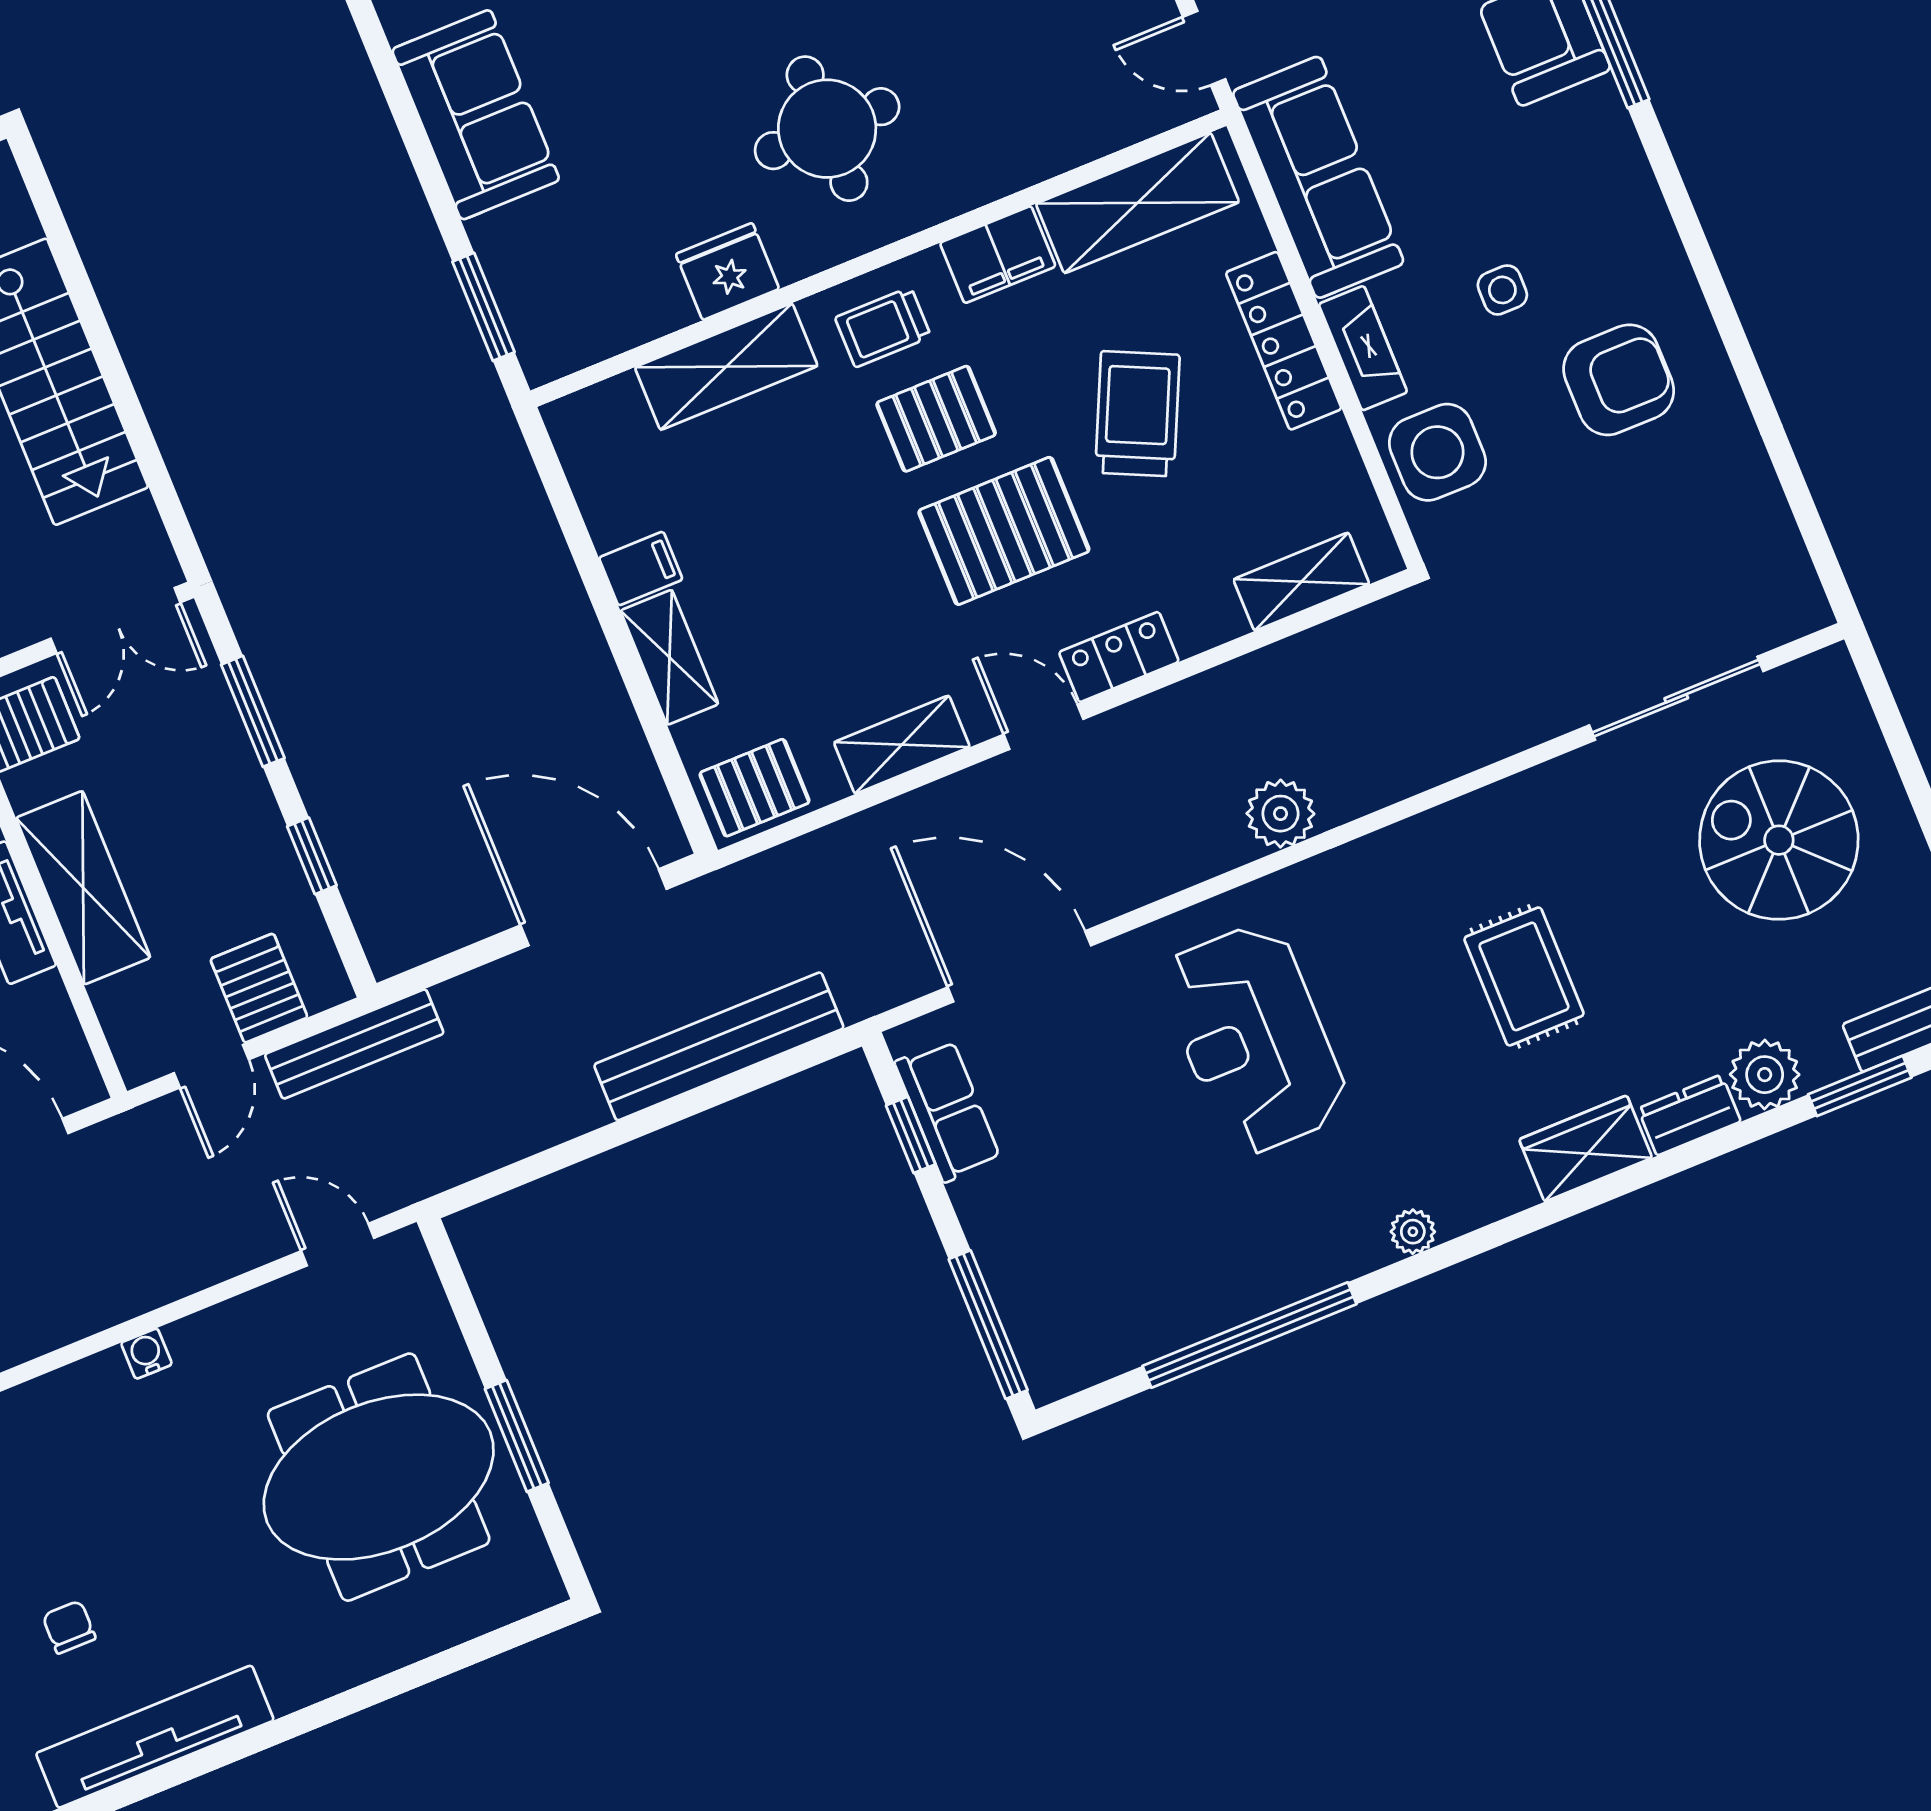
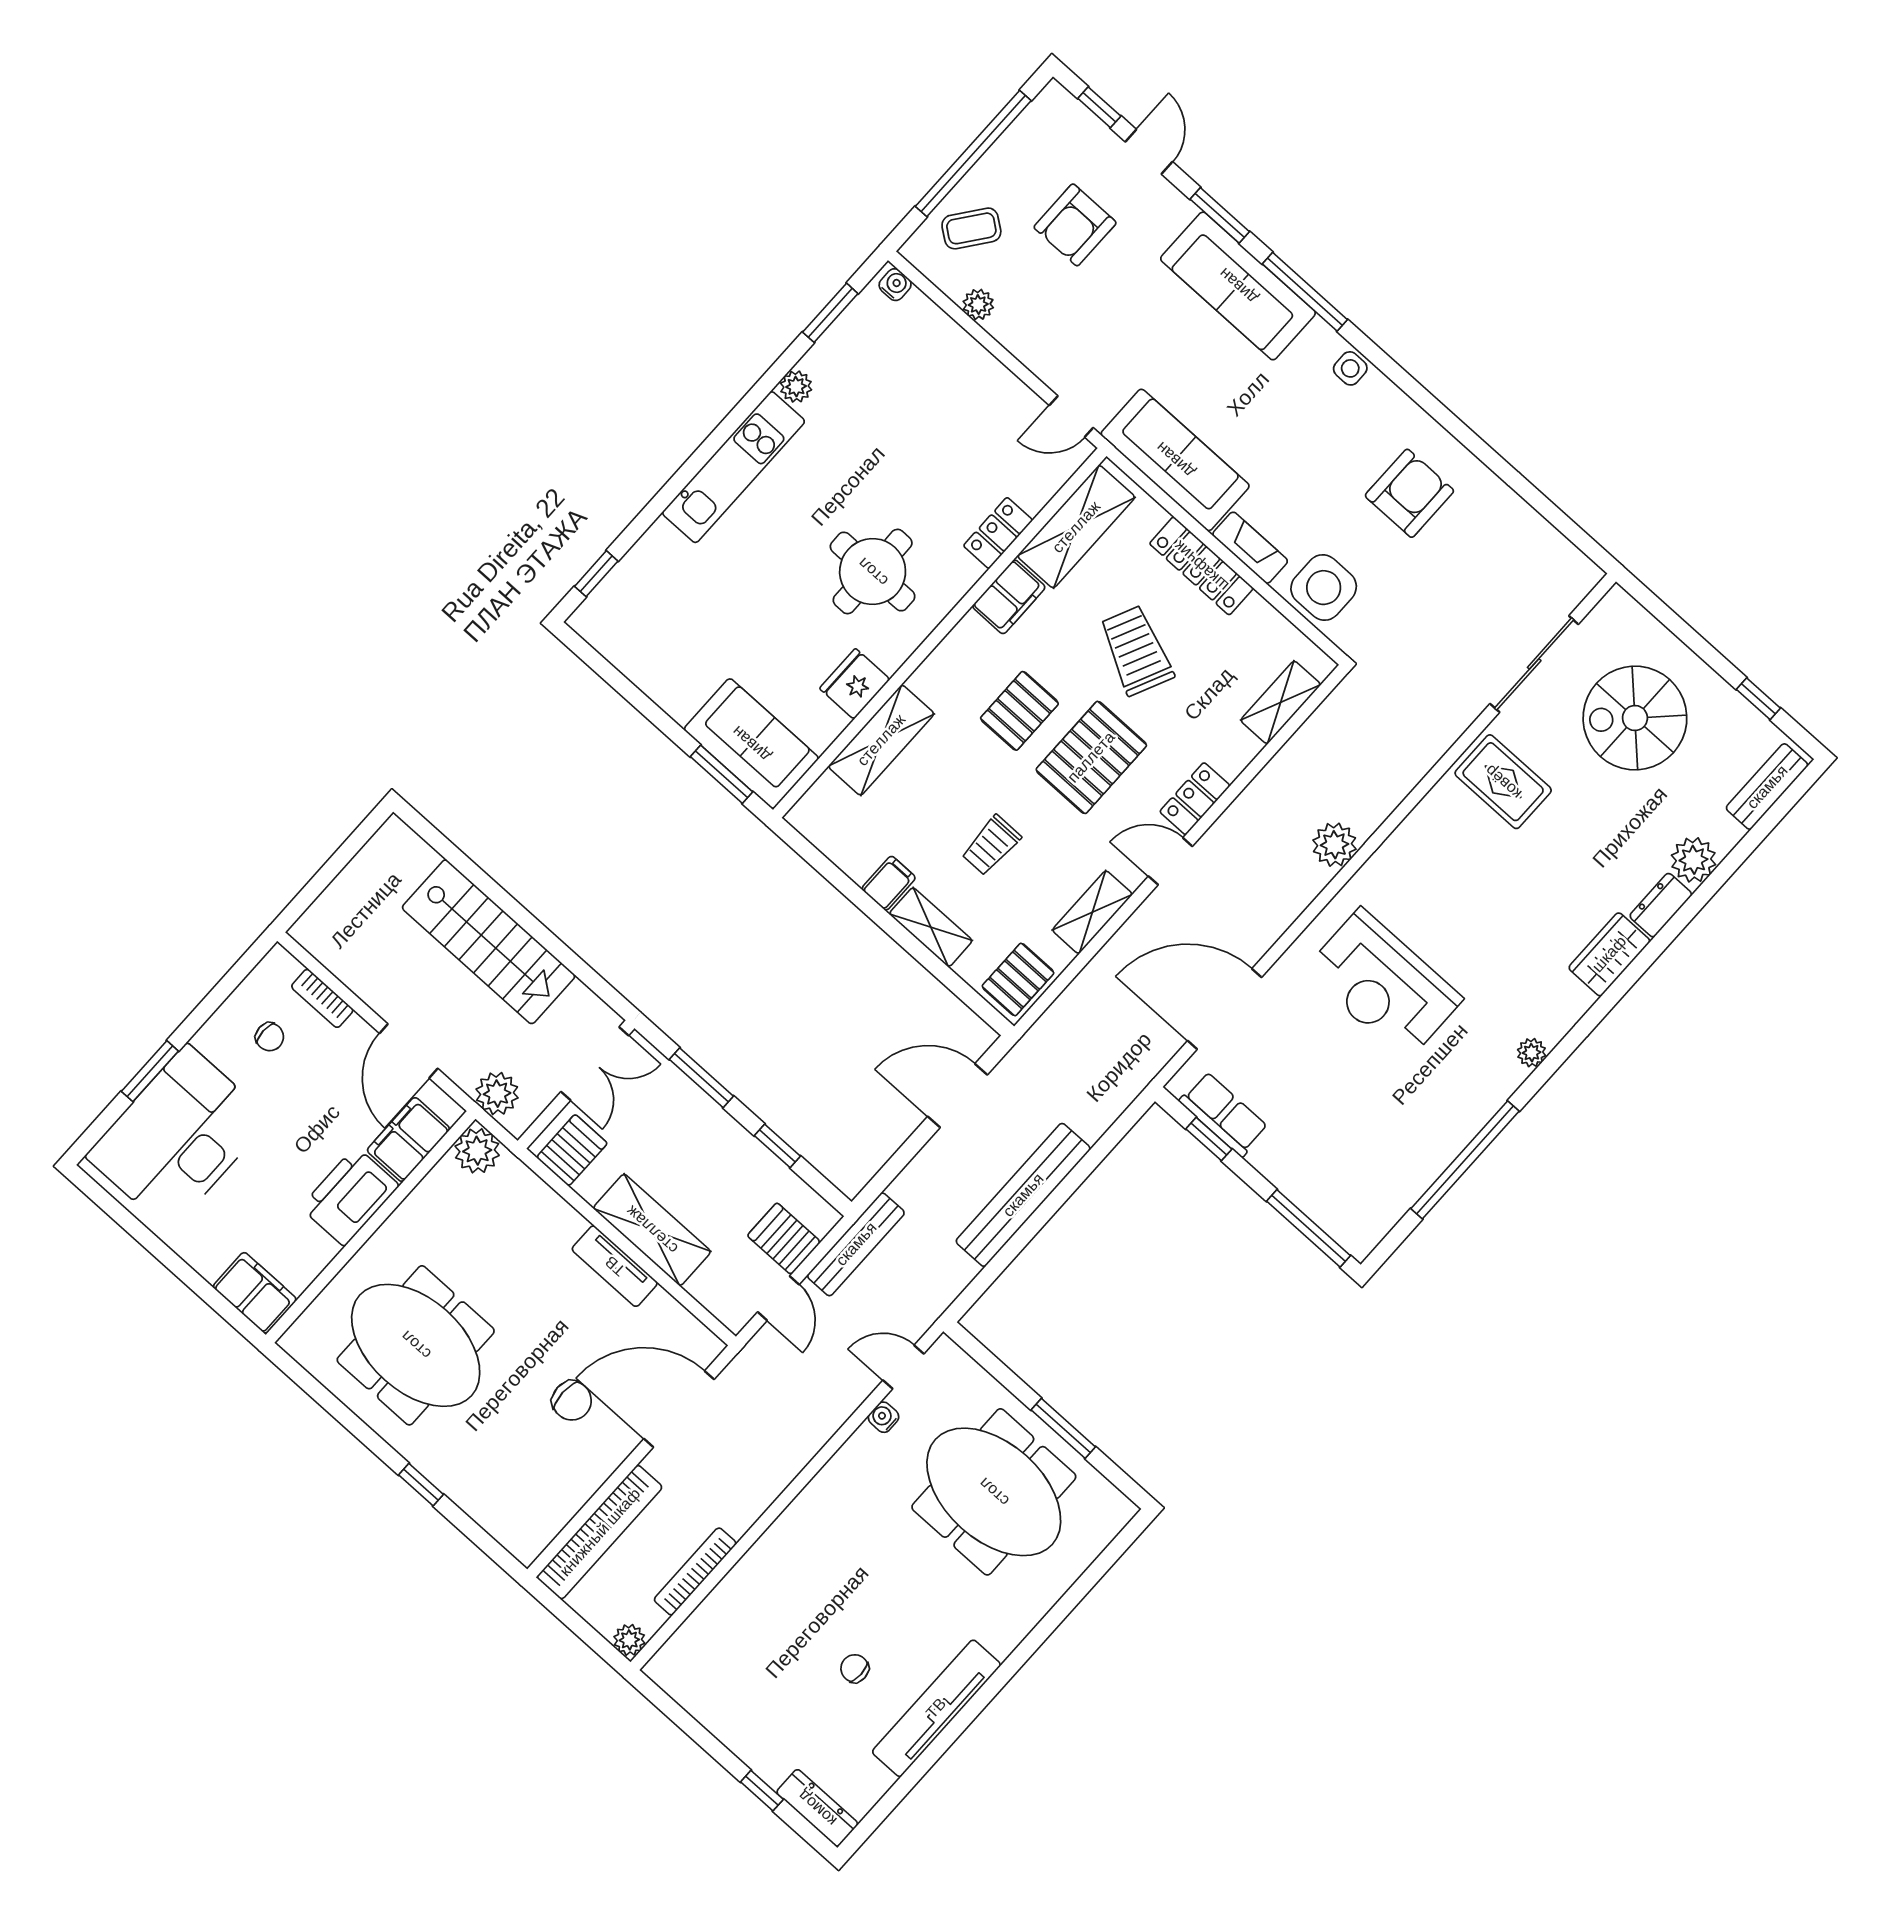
sofa: (476, 115) -> (751, 744), moved
locker: (1026, 159) -> (998, 533), added
side table: (1502, 290) -> (1350, 368), moved
trolley: (883, 327) -> (991, 845), moved
door: (594, 907) -> (958, 1096), width x0.73
rug: (1524, 976) -> (1503, 782), moved
bench: (719, 1046) -> (1023, 1195), moved
window: (1860, 1086) -> (1753, 839), removed
water cooler: (146, 1354) -> (884, 1417), moved
meeting table: (379, 1477) -> (994, 1492), turned 90

